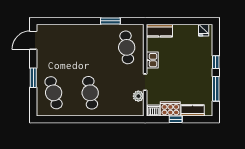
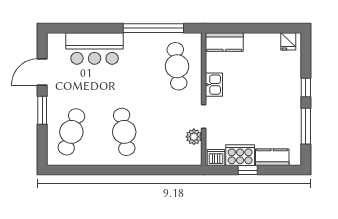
window: (110, 21) -> (153, 28), width x2.11
bar counter: (70, 35) -> (95, 48), added
door: (33, 40) -> (42, 72), moved
cafe table: (54, 93) -> (71, 132), turned 33

